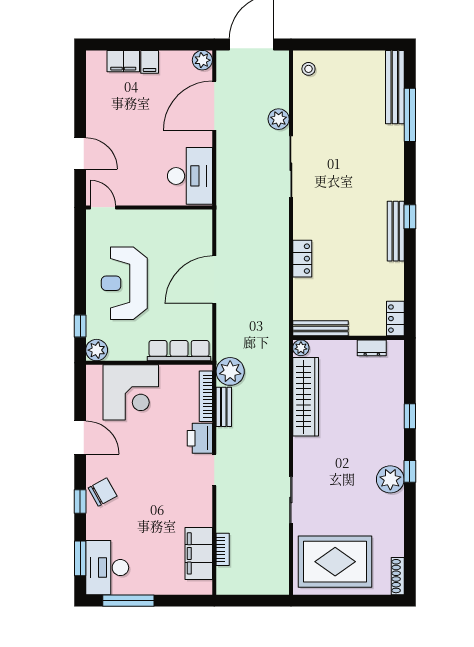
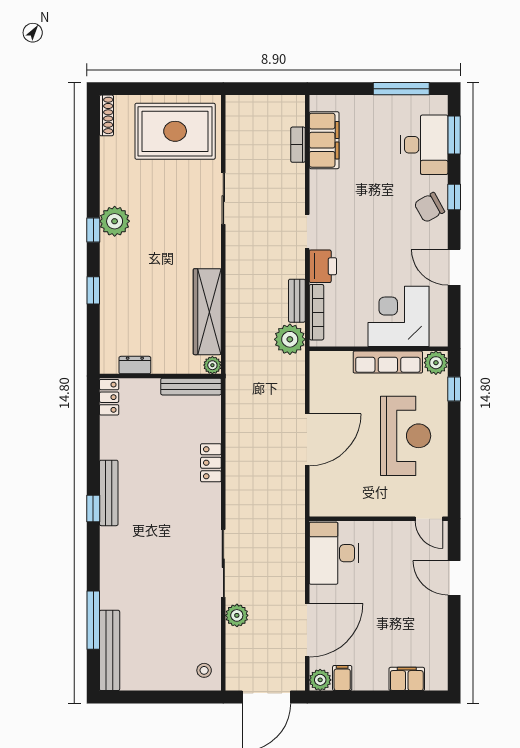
filing cabinet: (150, 62) -> (342, 678), moved
row of seats: (179, 351) -> (388, 362), moved
desk: (107, 568) -> (424, 145), moved

